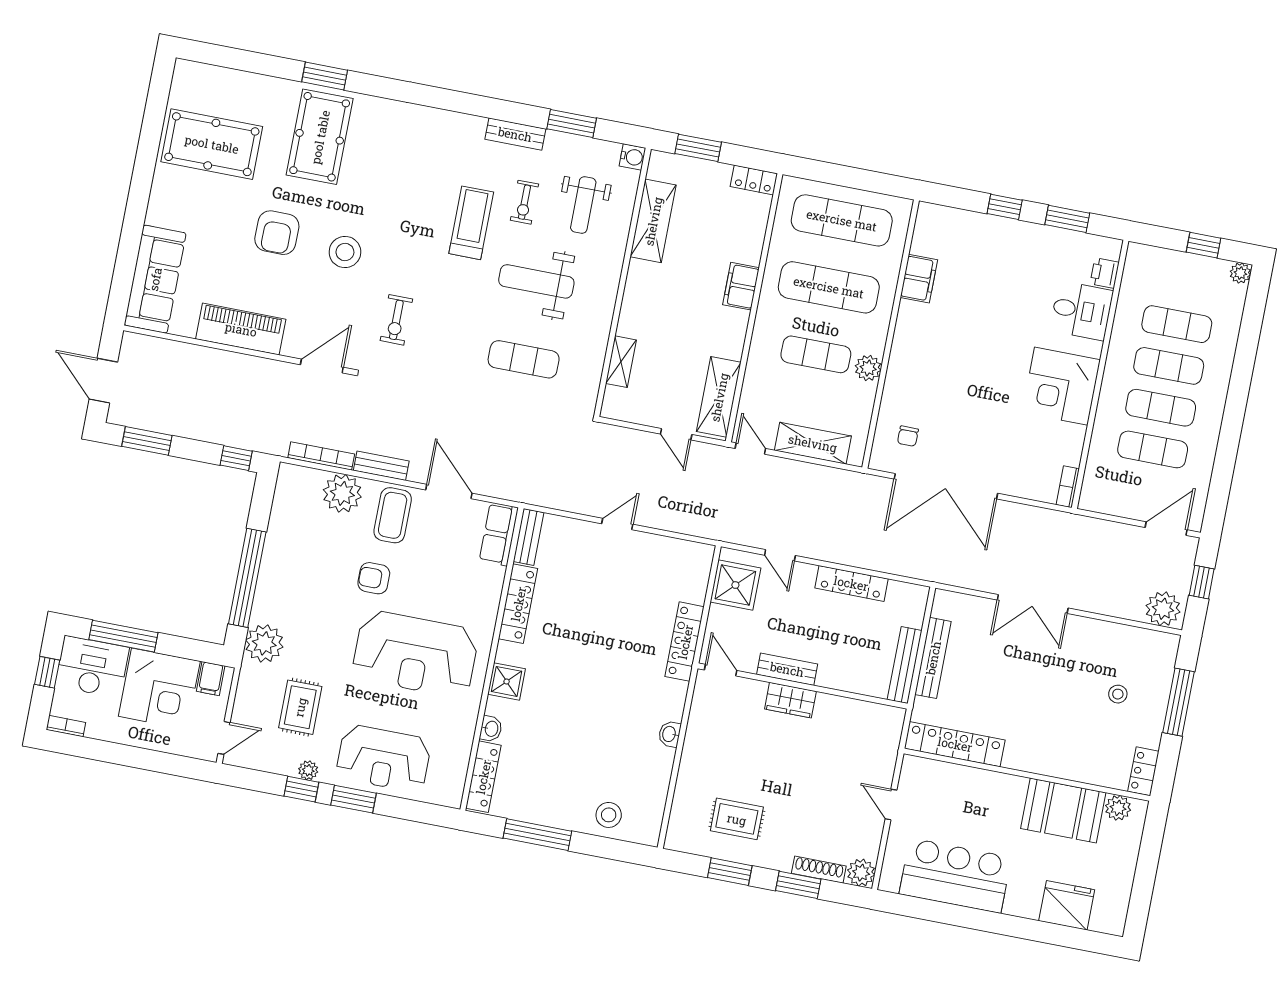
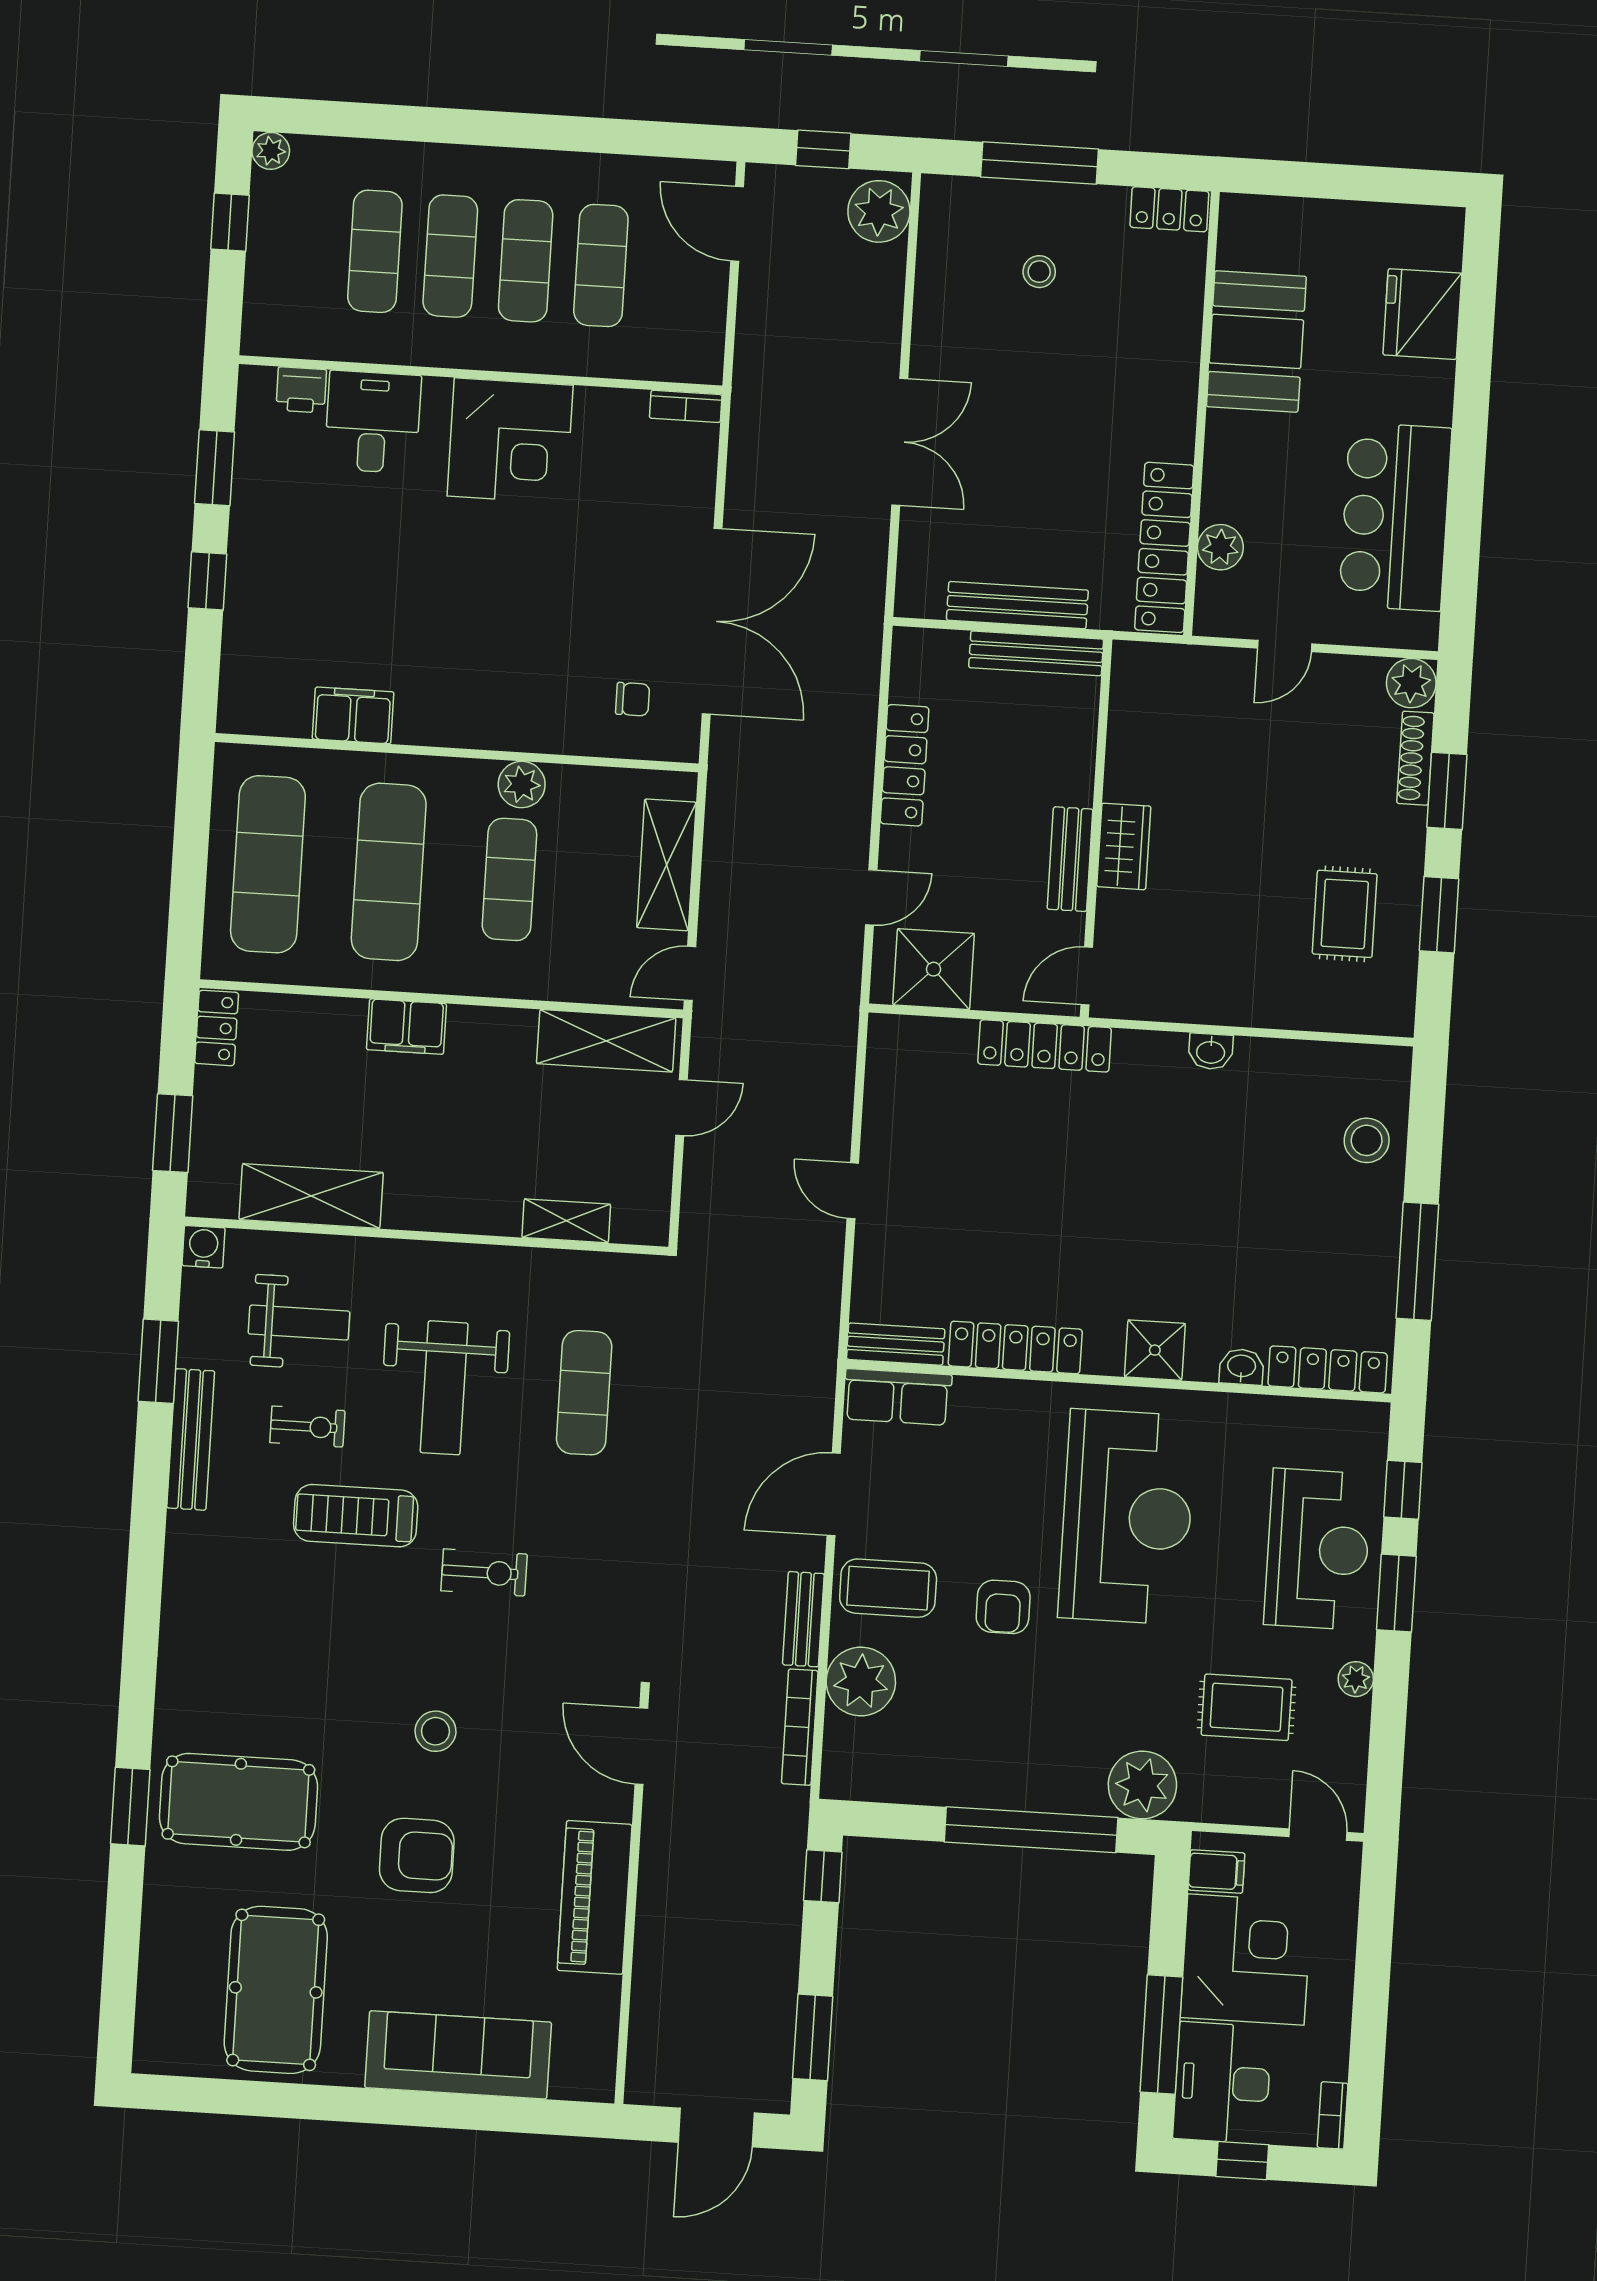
bench: (515, 134) -> (191, 1439), width x1.36
stool: (345, 252) -> (436, 1731), width x0.73, depth x0.73
sofa: (155, 279) -> (458, 2055), moved
exercise bike: (396, 320) -> (484, 1572), moved
window: (301, 789) -> (1403, 1490), moved
plant: (1118, 808) -> (1220, 547), moved

